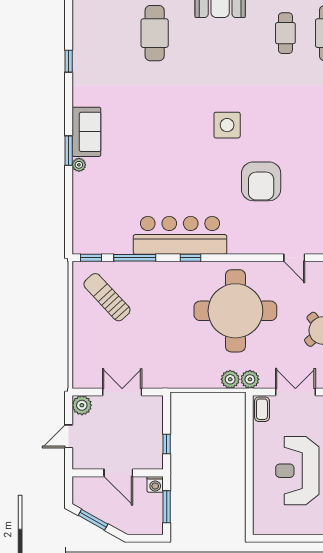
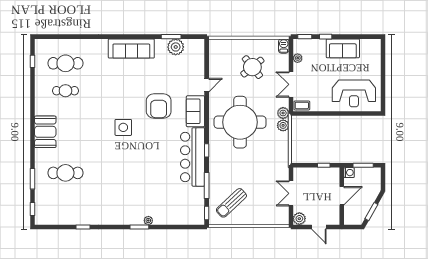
sofa: (86, 132) -> (195, 111), moved, turned -90
armchair: (261, 181) -> (159, 106), turned 90
reception desk: (297, 471) -> (354, 93), moved

